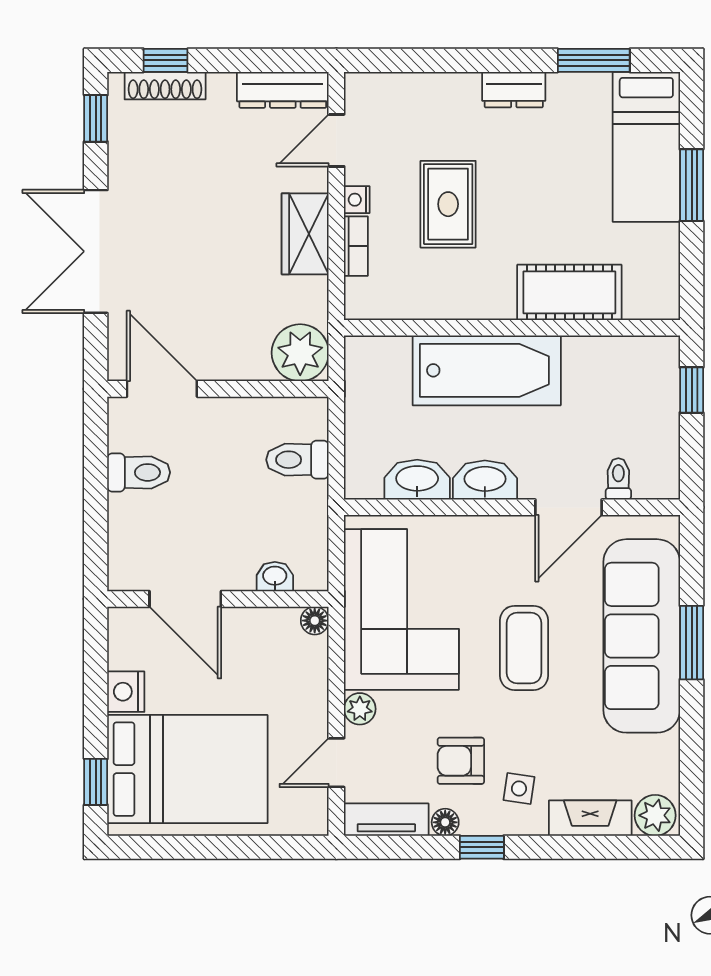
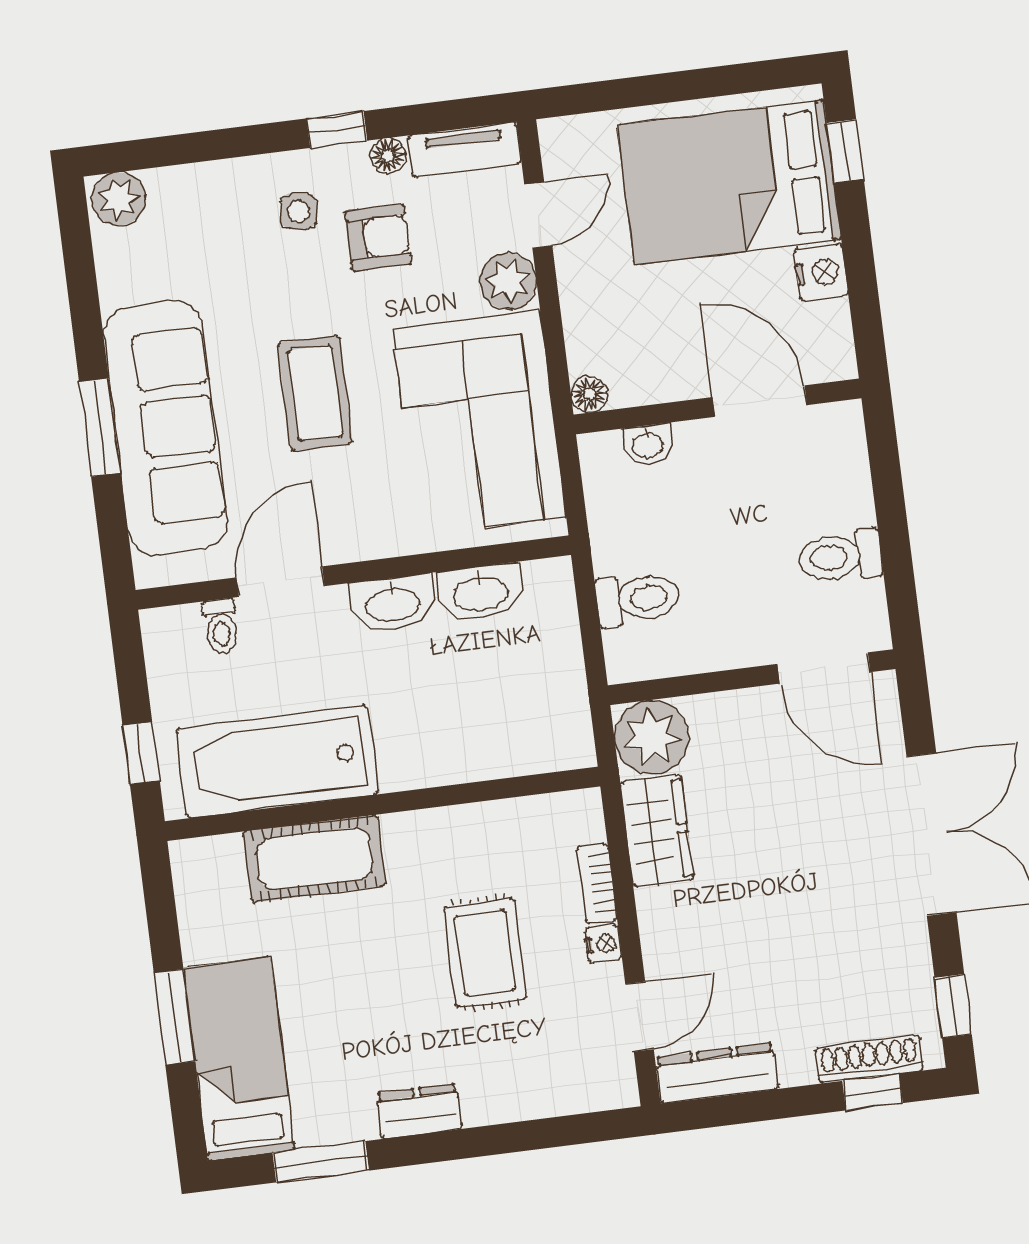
wardrobe: (305, 234) -> (657, 831), moved
bathtub: (487, 370) -> (277, 761), moved
plant: (360, 709) -> (508, 281), width x1.38, depth x1.38
fireplace: (590, 818) -> (202, 185), removed

